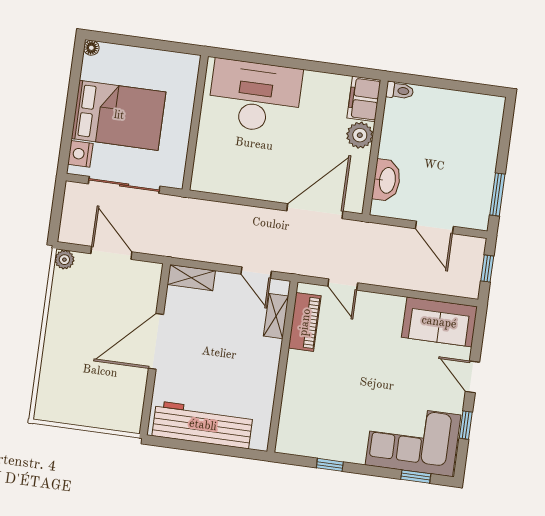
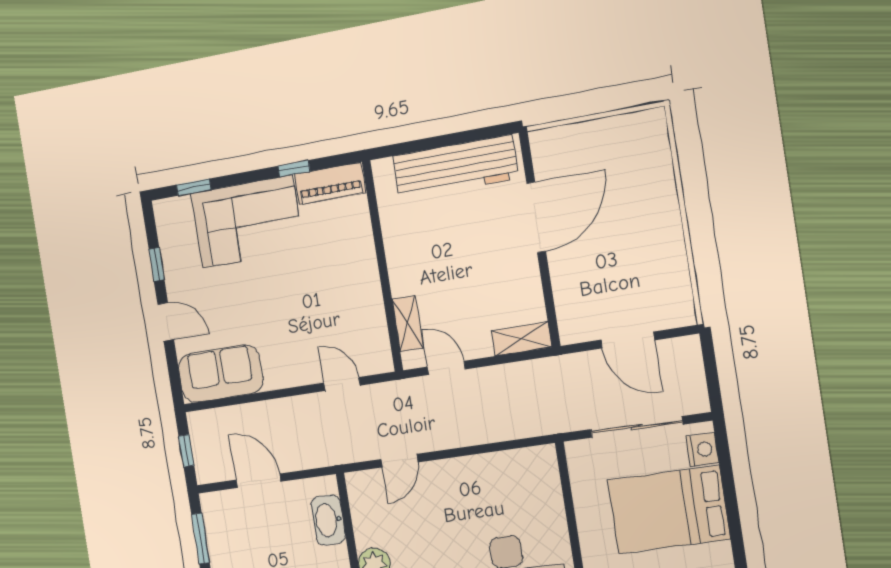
door: (315, 211) -> (399, 461), width x0.53
plant: (64, 260) -> (684, 314), removed
piano: (305, 322) -> (330, 183), moved, turned -90
door: (156, 341) -> (536, 217), moved
corner sofa: (413, 440) -> (247, 222), moved

